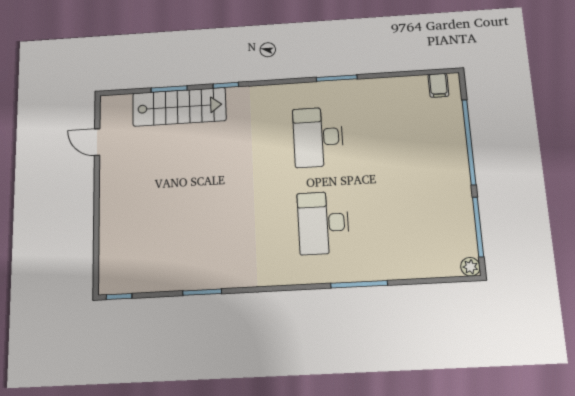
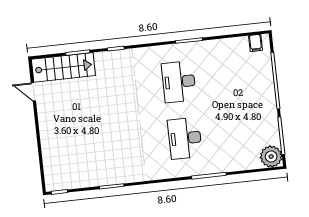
stairs: (179, 107) -> (63, 67), moved
plant: (470, 267) -> (271, 157), width x1.88, depth x1.88

